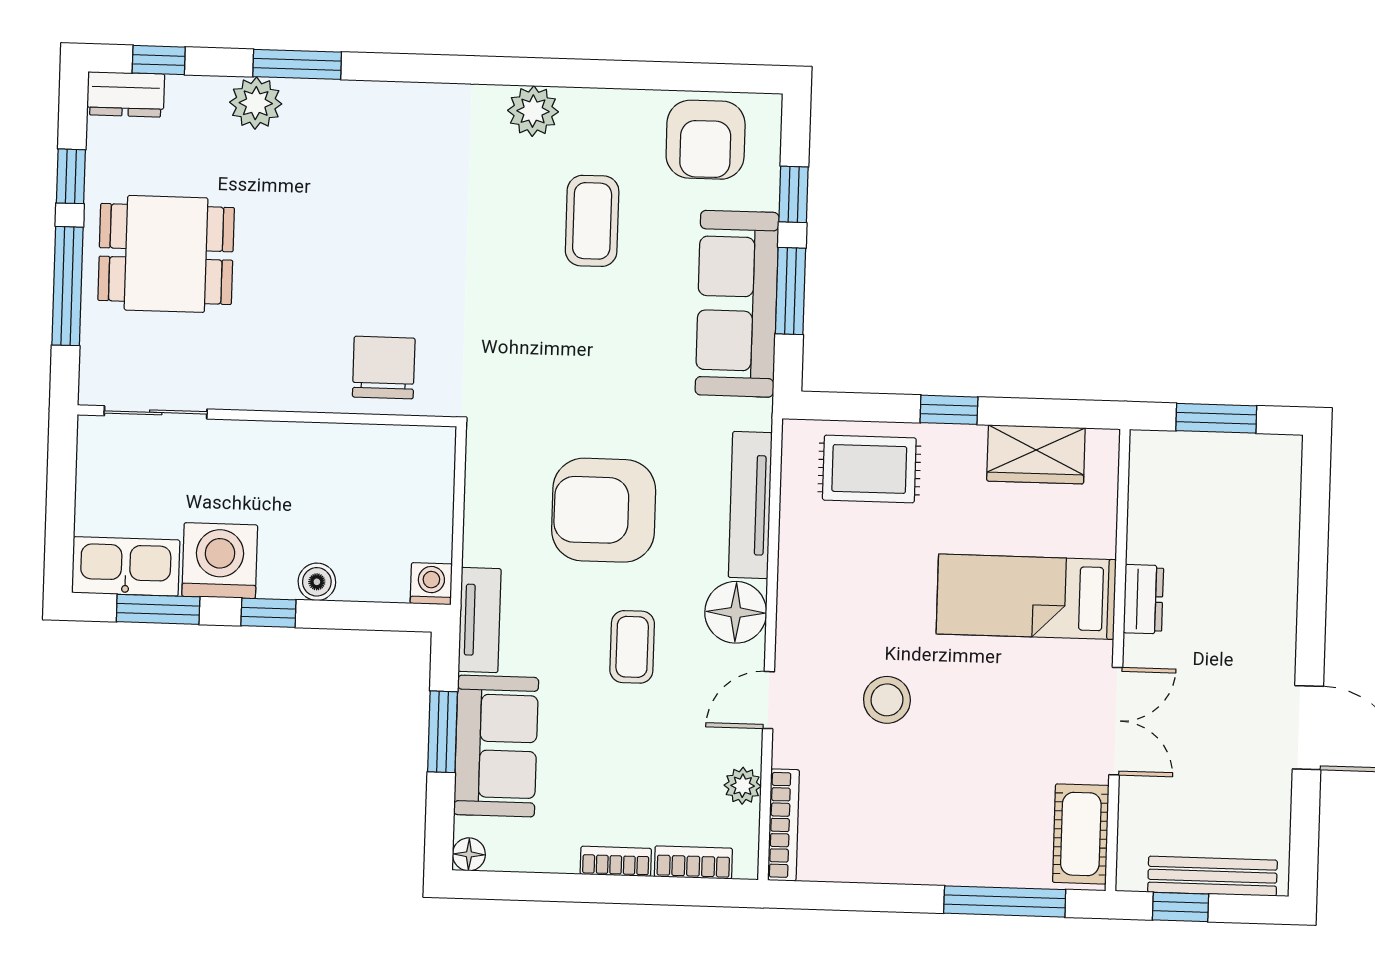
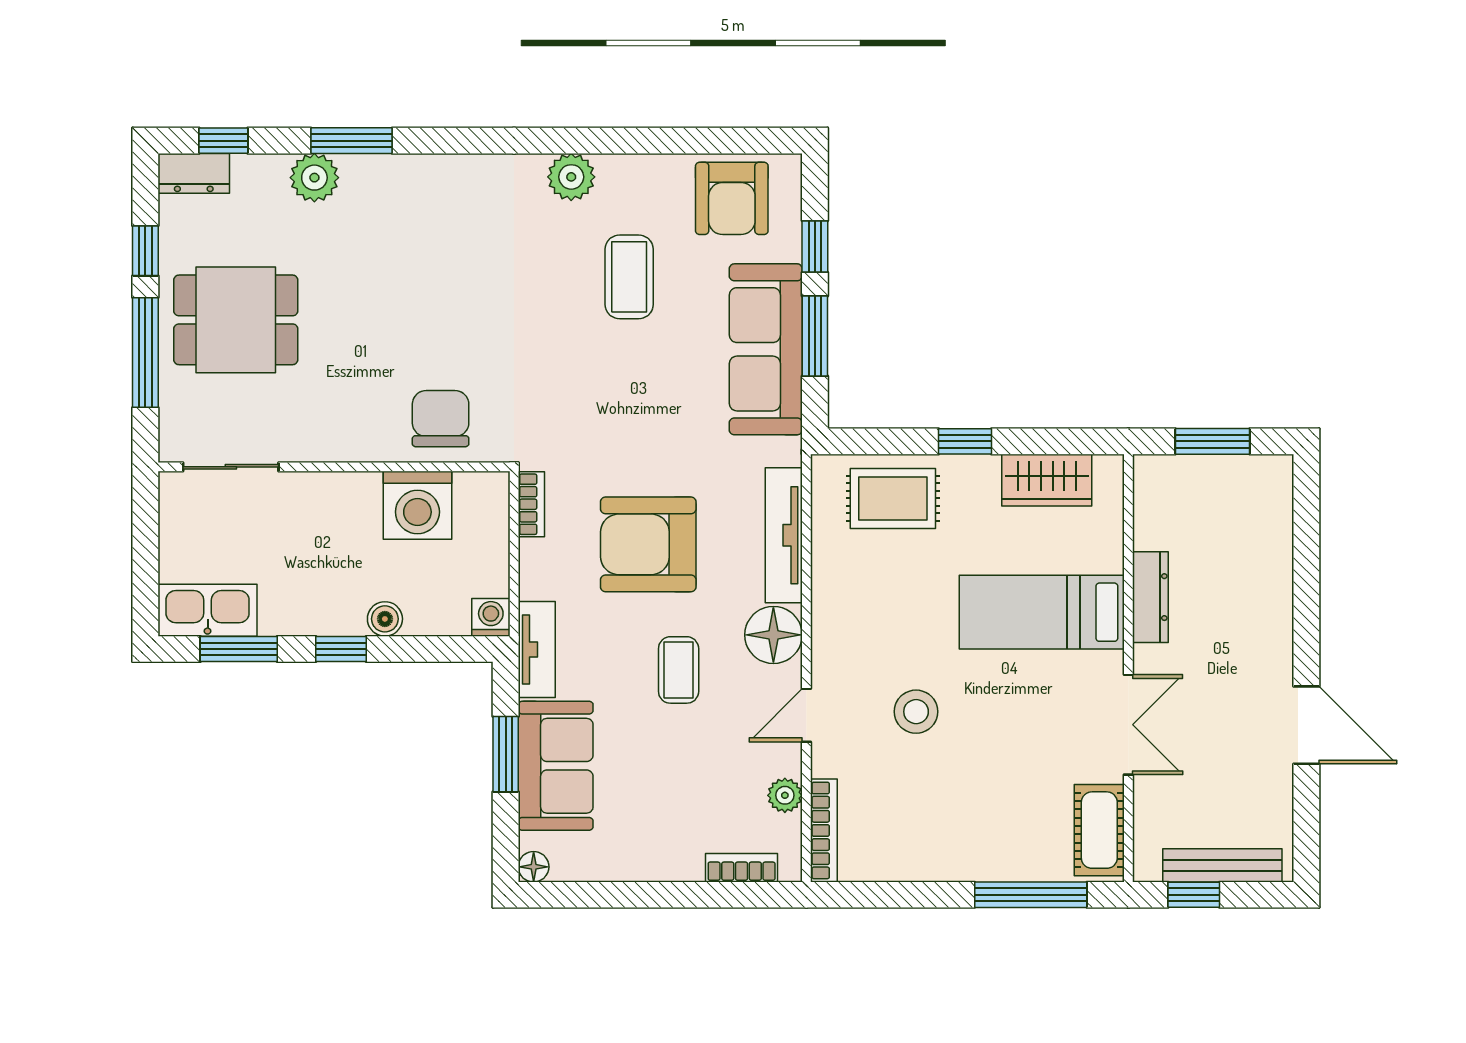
washing machine: (220, 561) -> (417, 505), moved, turned 180
dresser: (1143, 599) -> (1150, 597), width x1.44
bookcase: (616, 861) -> (531, 504), moved, turned 90

